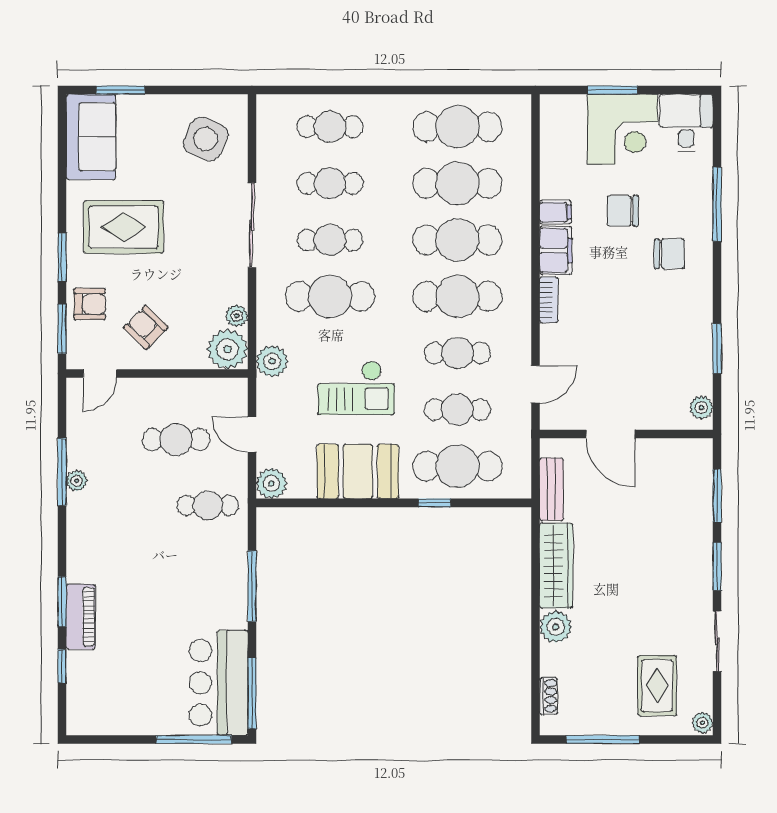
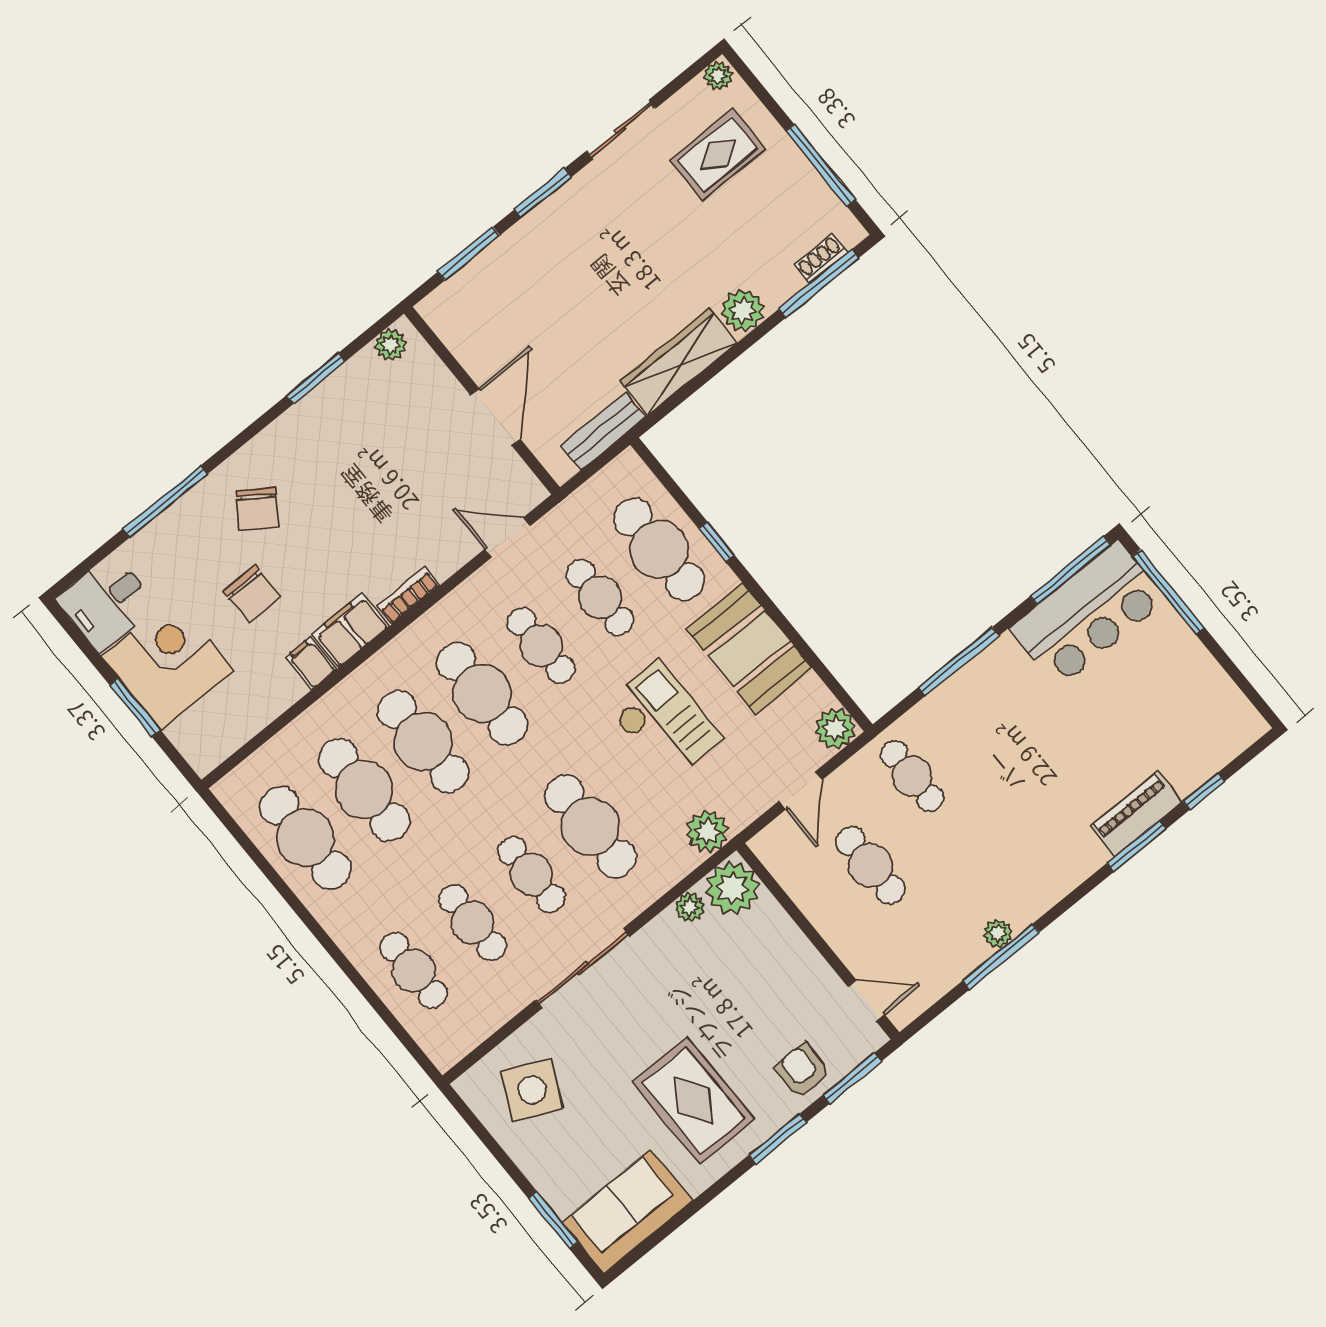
chair: (669, 254) -> (257, 509), turned -145
armchair: (146, 327) -> (779, 992), removed
window: (535, 683) -> (819, 283), added

